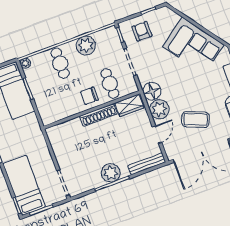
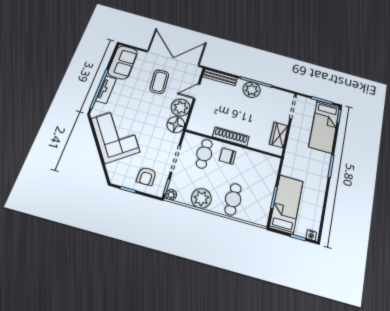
plant: (25, 63) -> (171, 195), moved
chair: (89, 96) -> (228, 156), turned 180
wardrobe: (129, 105) -> (279, 135), moved, turned -90
coffee table: (195, 119) -> (159, 82), turned 64

